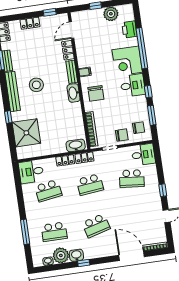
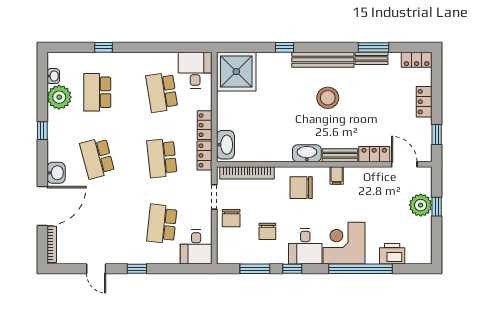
plant: (111, 14) -> (421, 205), moved
chair: (138, 128) -> (267, 231), moved
shower: (26, 133) -> (236, 72), moved
window: (25, 232) -> (104, 47), width x0.46
washbasin: (76, 255) -> (56, 173), moved

